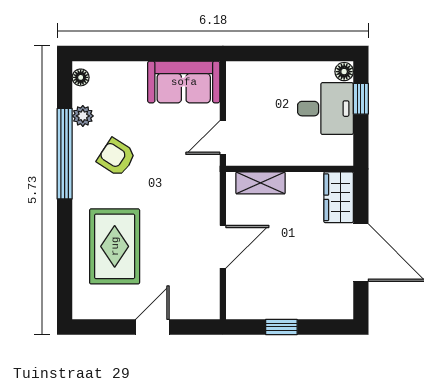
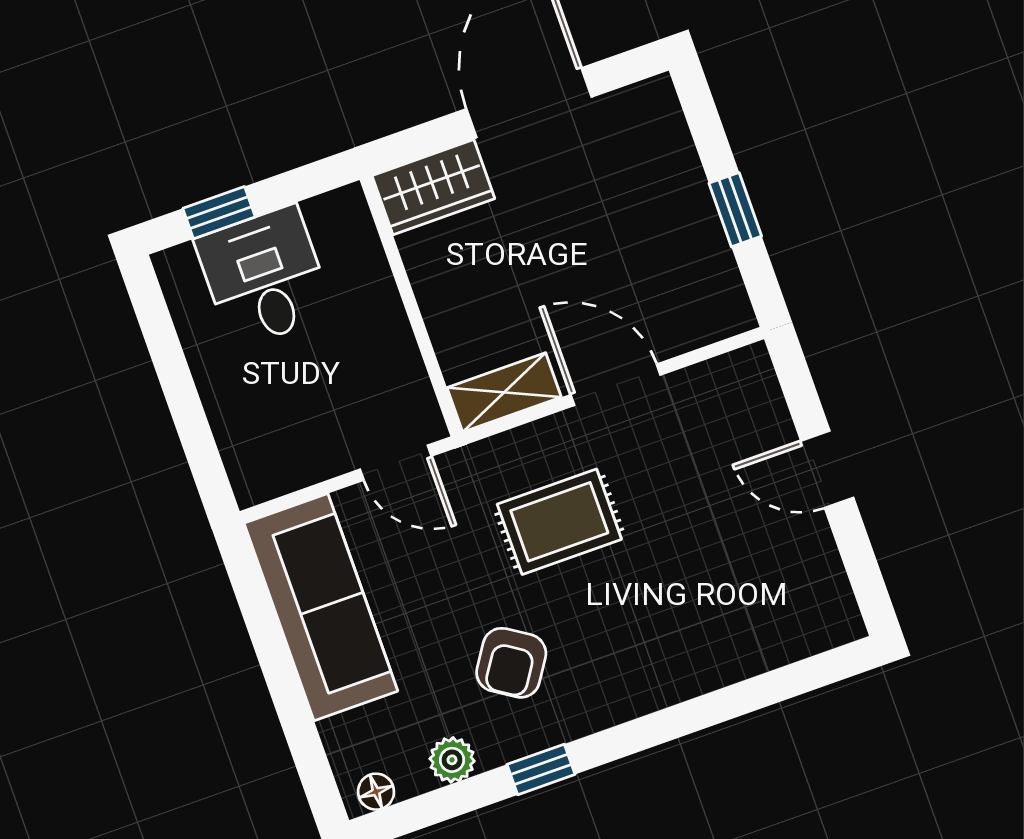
floor lamp: (344, 72) -> (176, 266), removed
sofa: (184, 82) -> (321, 607), width x1.36
window: (65, 154) -> (541, 769), width x0.32
shelving: (260, 183) -> (504, 392), moved, turned 90
rug: (115, 246) -> (559, 522), moved, width x0.73, depth x0.70

